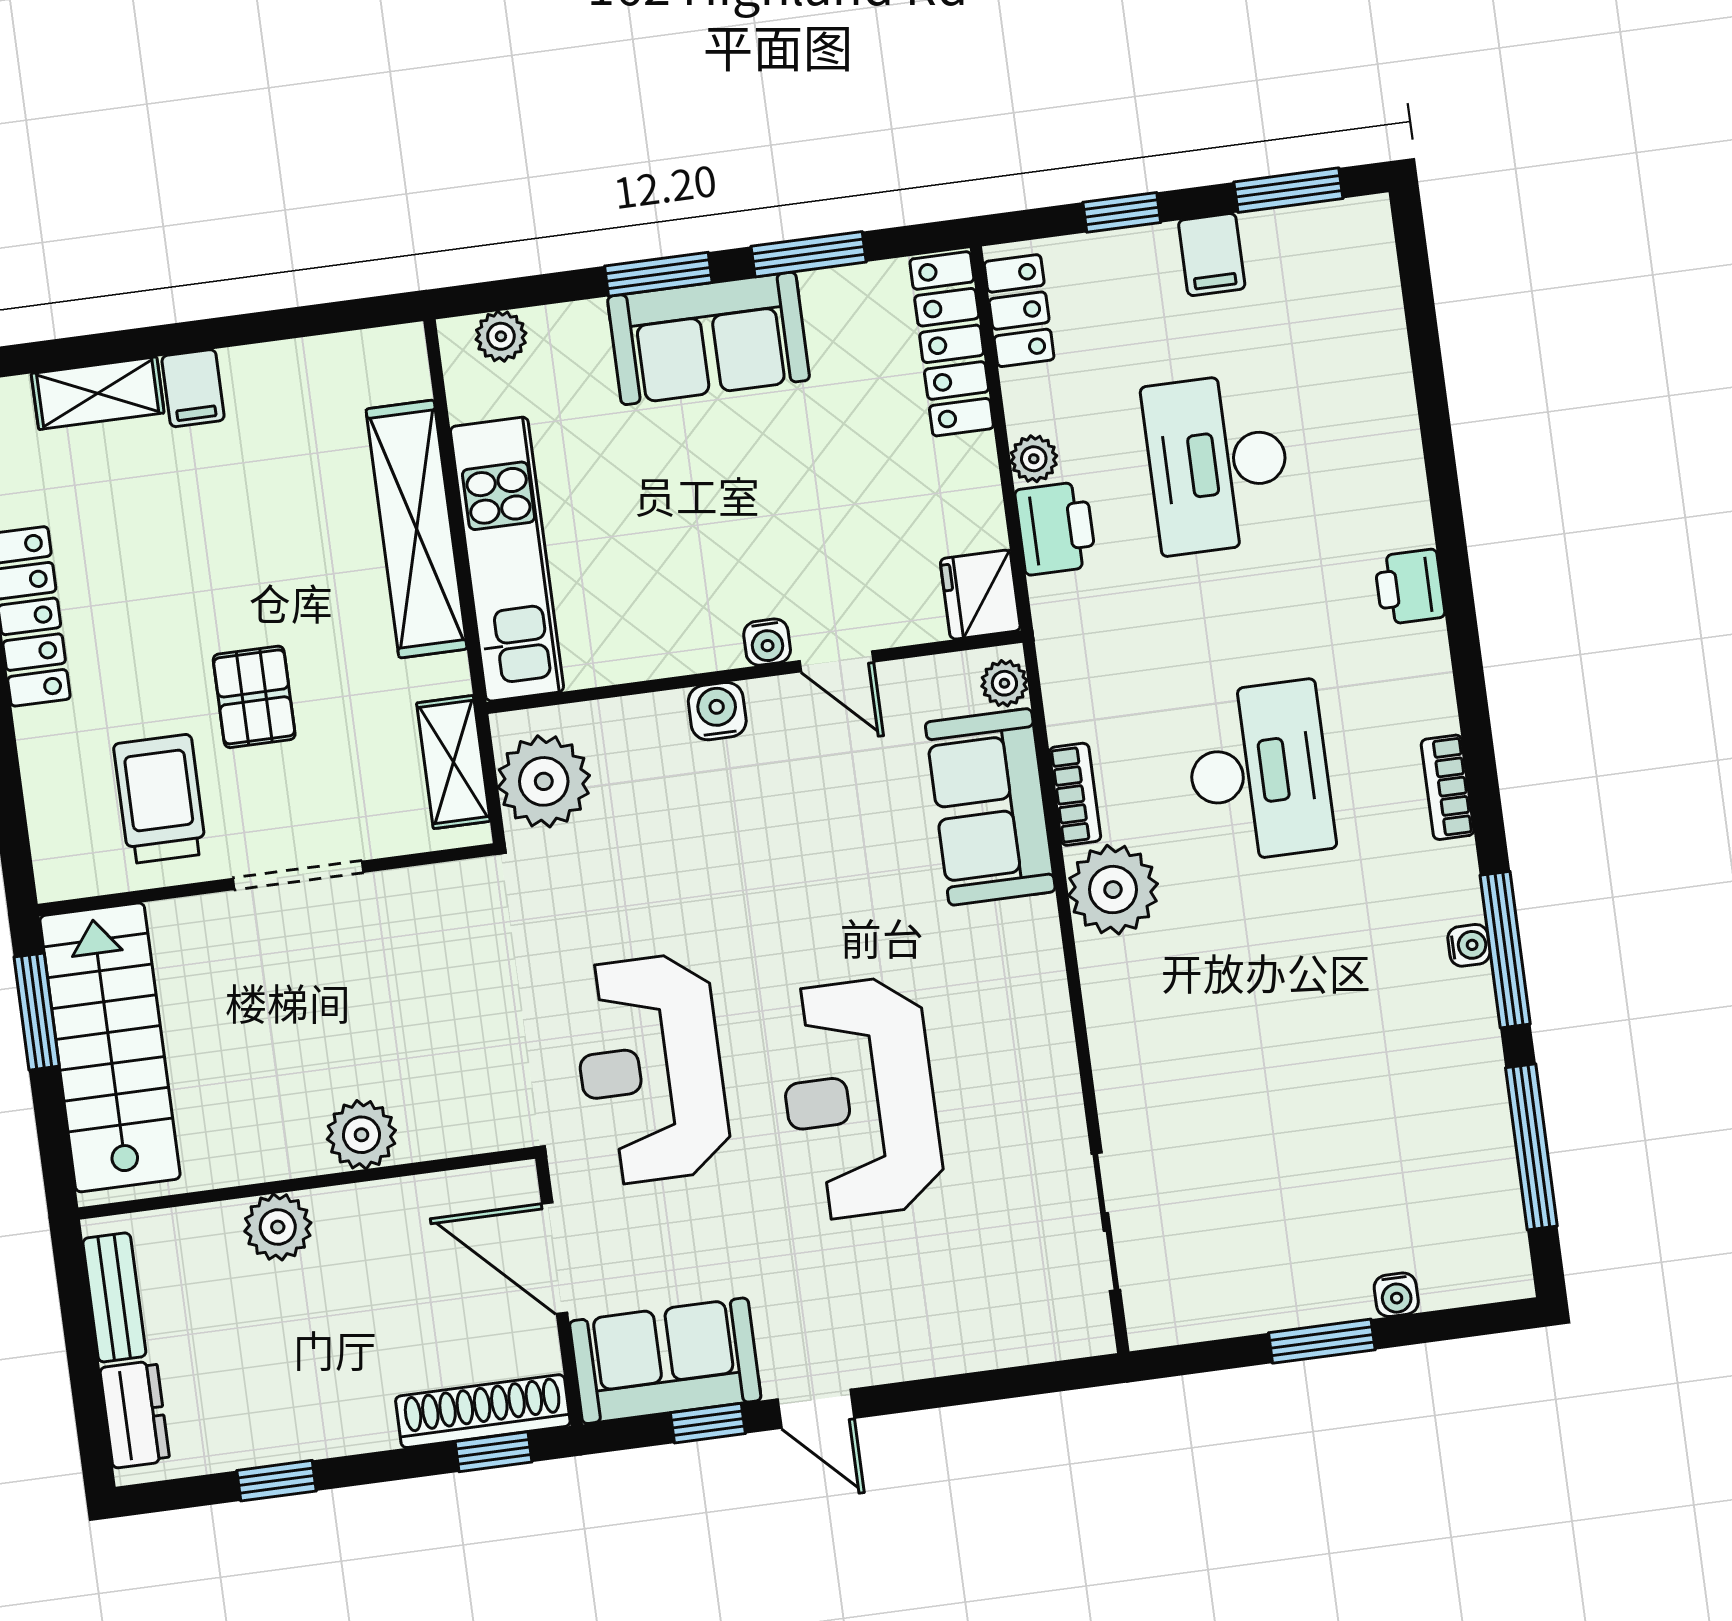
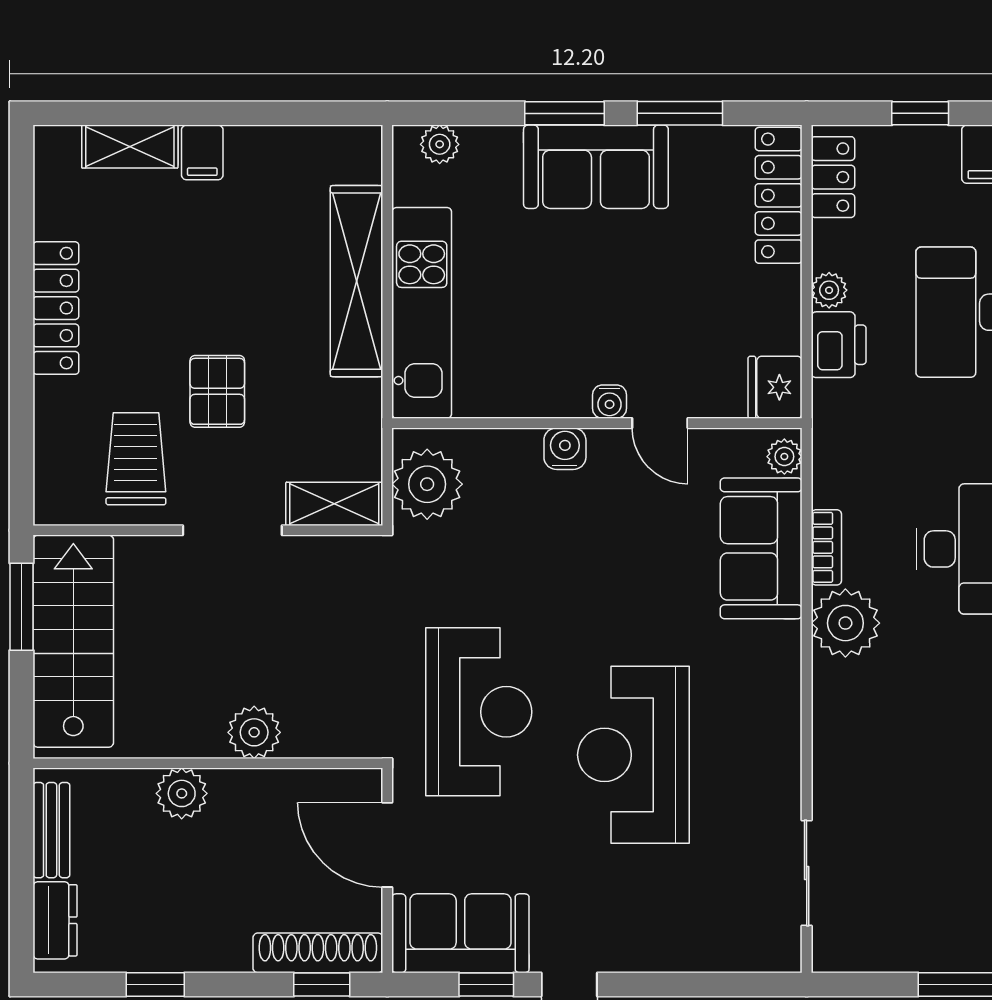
shelving: (453, 762) -> (334, 504), moved, turned 90
reception desk: (651, 1069) -> (479, 712), turned 180

